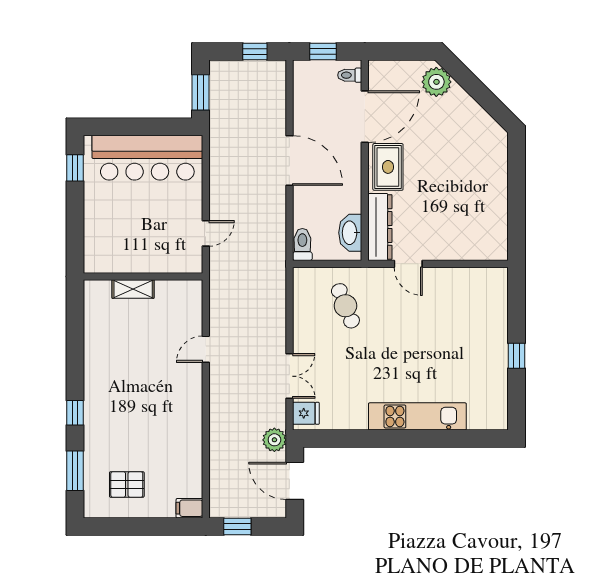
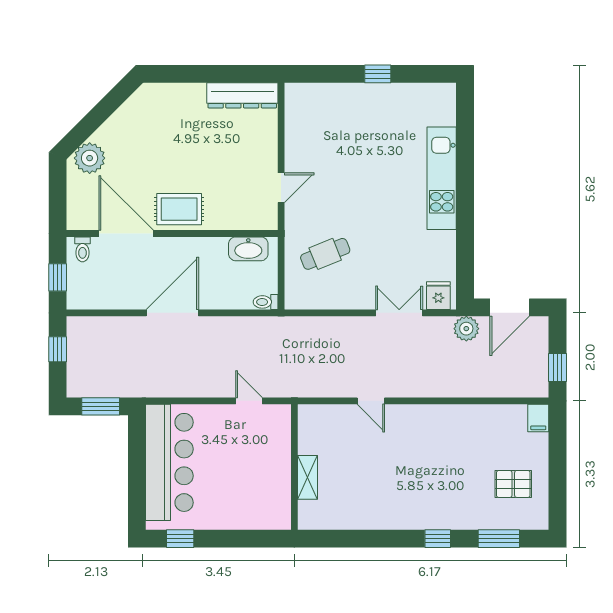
dresser: (380, 227) -> (242, 95), moved, turned 180
toilet: (302, 245) -> (266, 302), width x0.73, depth x0.72
pallet: (127, 484) -> (513, 484), turned 90

